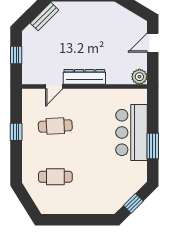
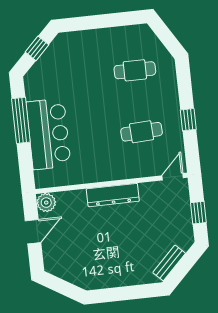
door: (153, 43) -> (33, 232), moved
door: (54, 87) -> (173, 177), moved
window: (153, 146) -> (21, 120), width x1.44

